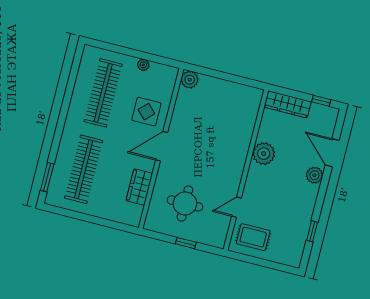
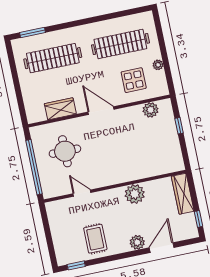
window: (216, 74) -> (179, 126), added
plant: (190, 80) -> (151, 110), moved
display table: (146, 112) -> (134, 80), moved
window: (312, 231) -> (76, 265), moved
rug: (253, 237) -> (95, 239), moved
window: (186, 243) -> (34, 167), width x3.17

